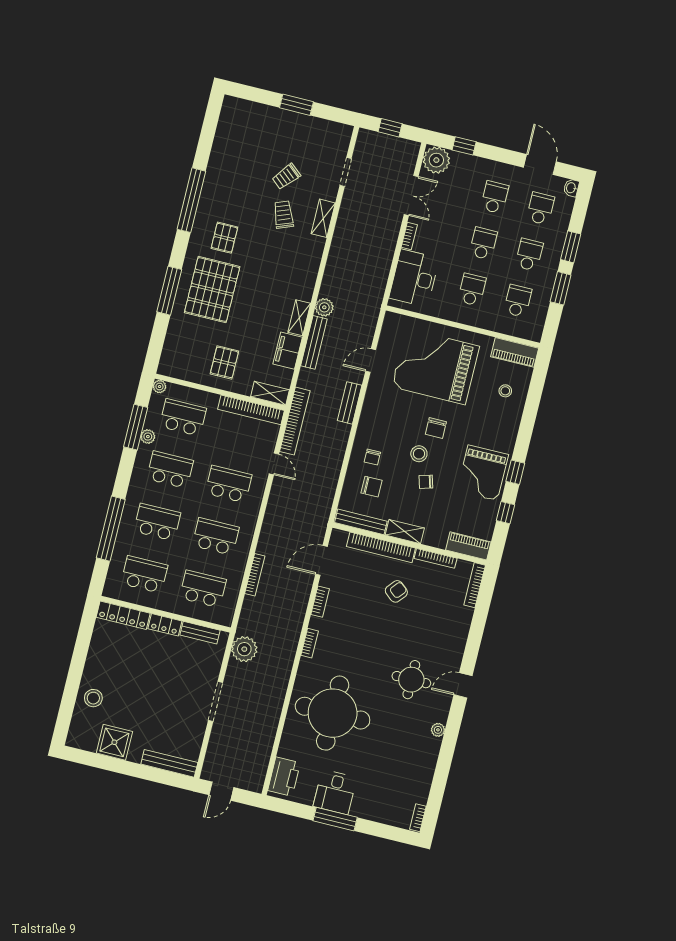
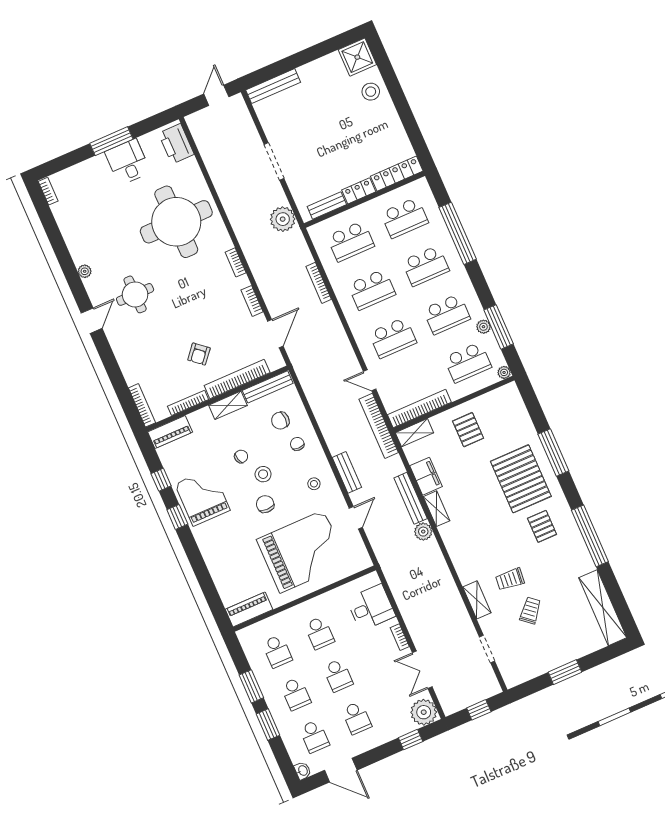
shelving: (226, 134) -> (603, 608), added
trolley: (283, 215) -> (510, 579), turned 116
desk: (414, 278) -> (371, 607), width x0.73
stool: (505, 391) -> (314, 484), moved
shower: (114, 742) -> (357, 57), moved

